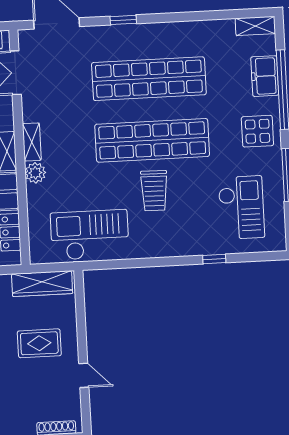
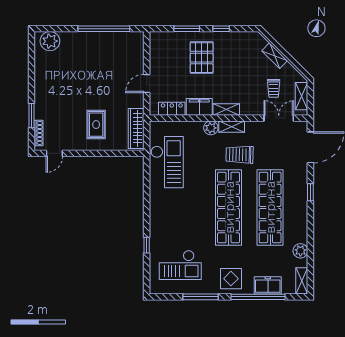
plant: (211, 30) -> (300, 251), added
trolley: (154, 191) -> (240, 155), moved
door: (84, 375) -> (54, 153), moved

